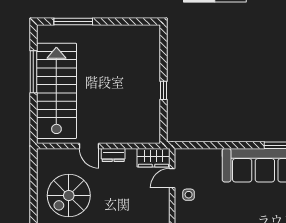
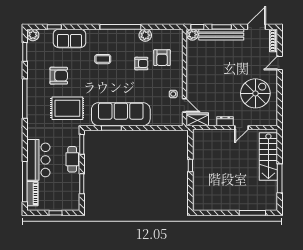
stairs: (56, 91) -> (268, 157), width x0.73, depth x0.66
door: (89, 146) -> (241, 127), swing flipped
door: (172, 178) -> (184, 105), hinge flipped

